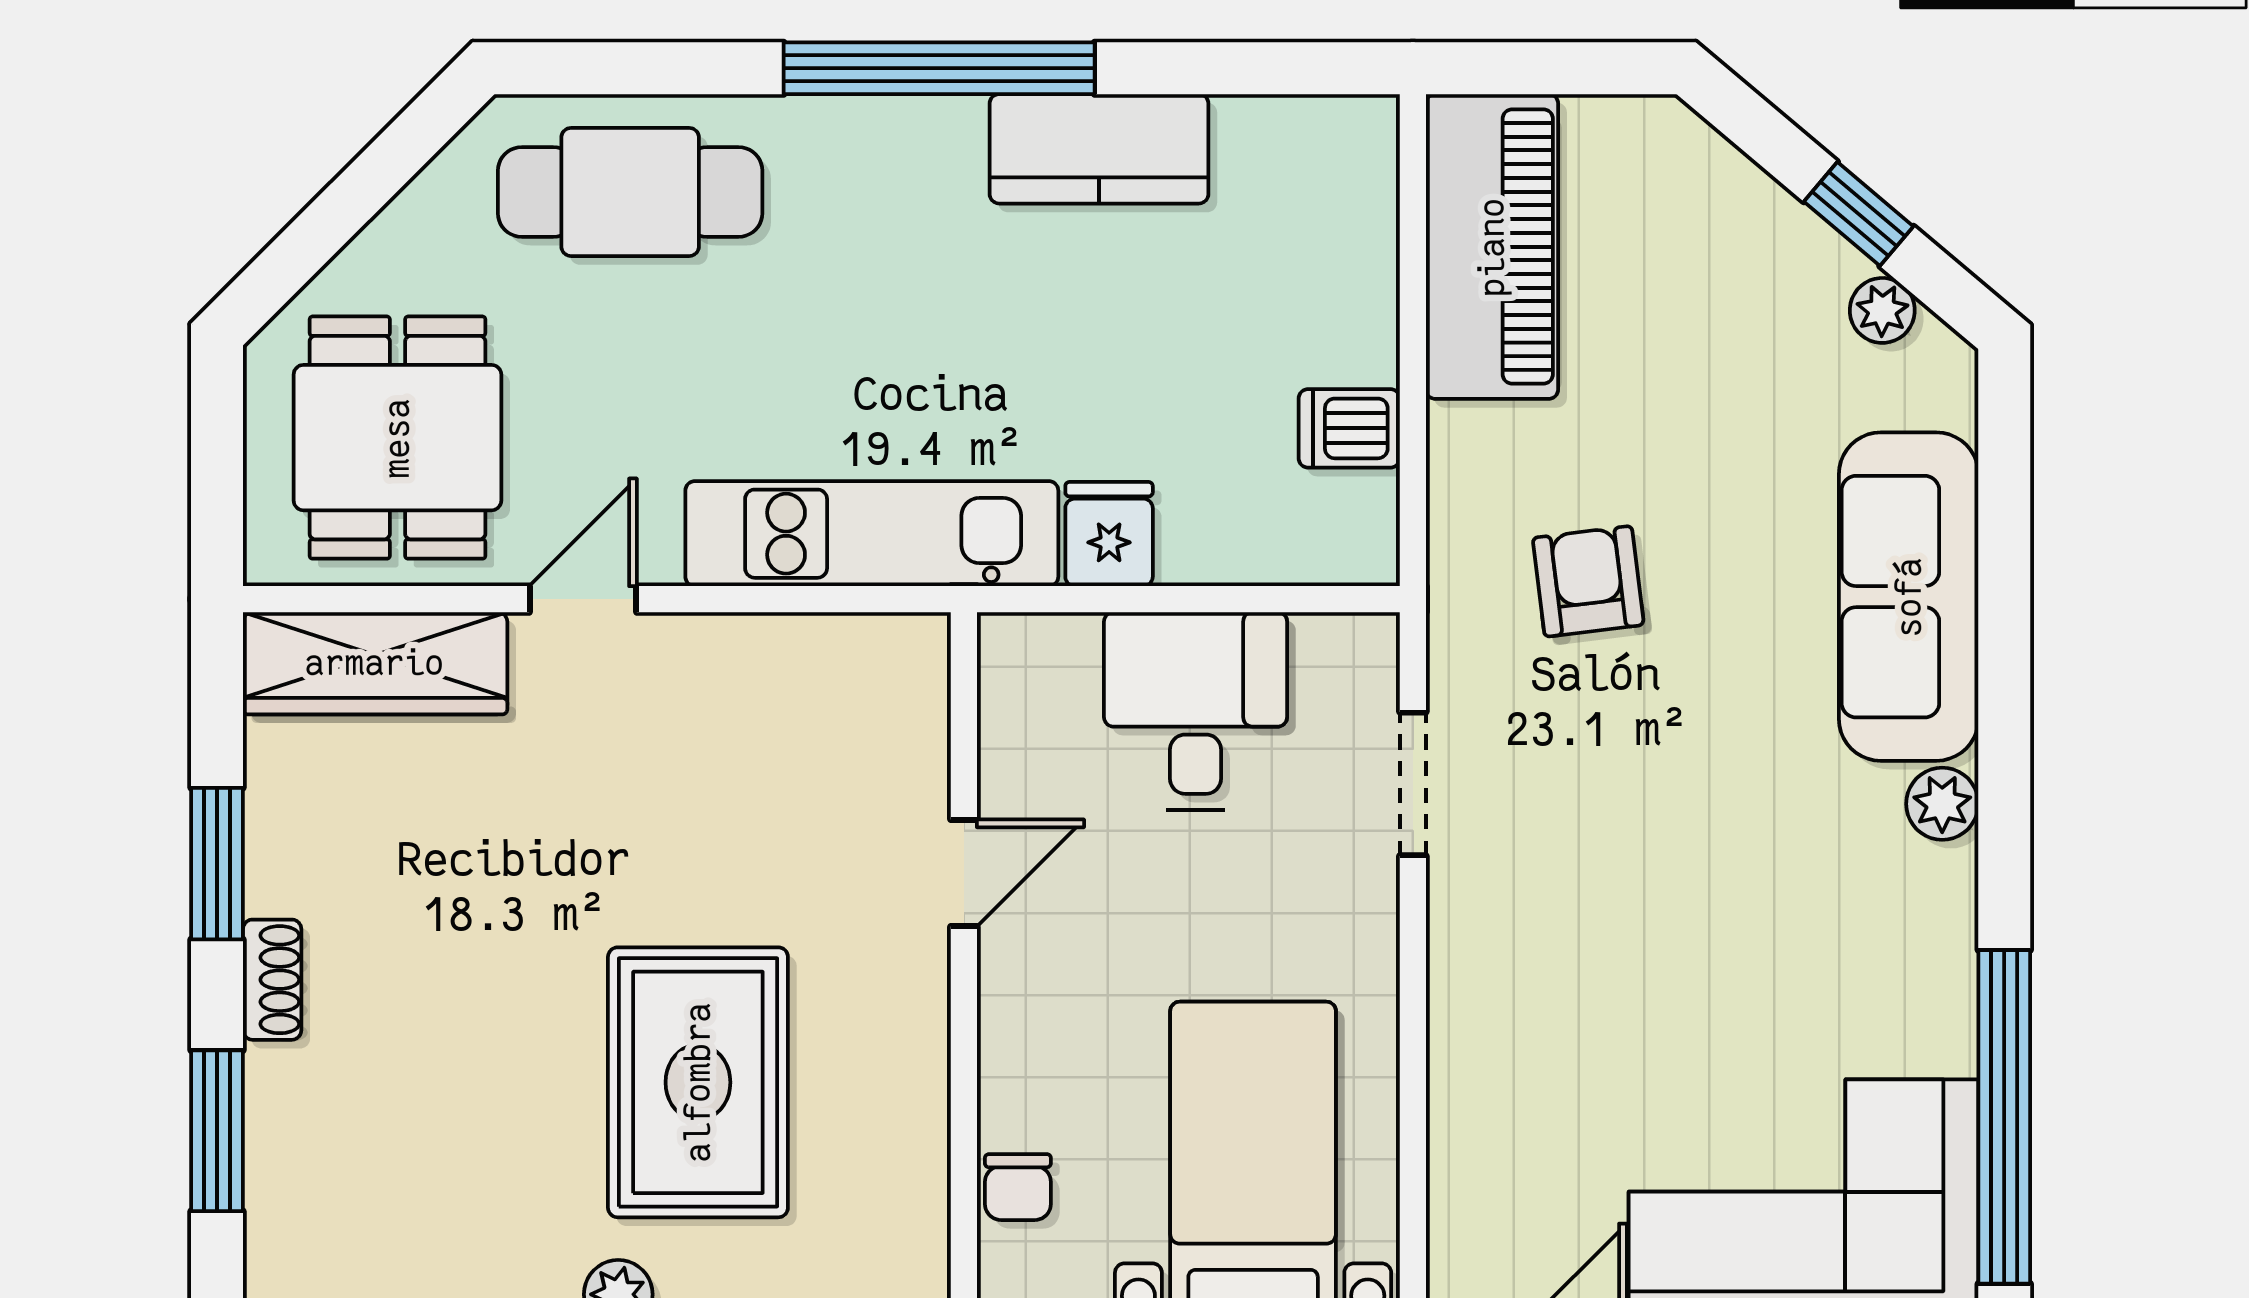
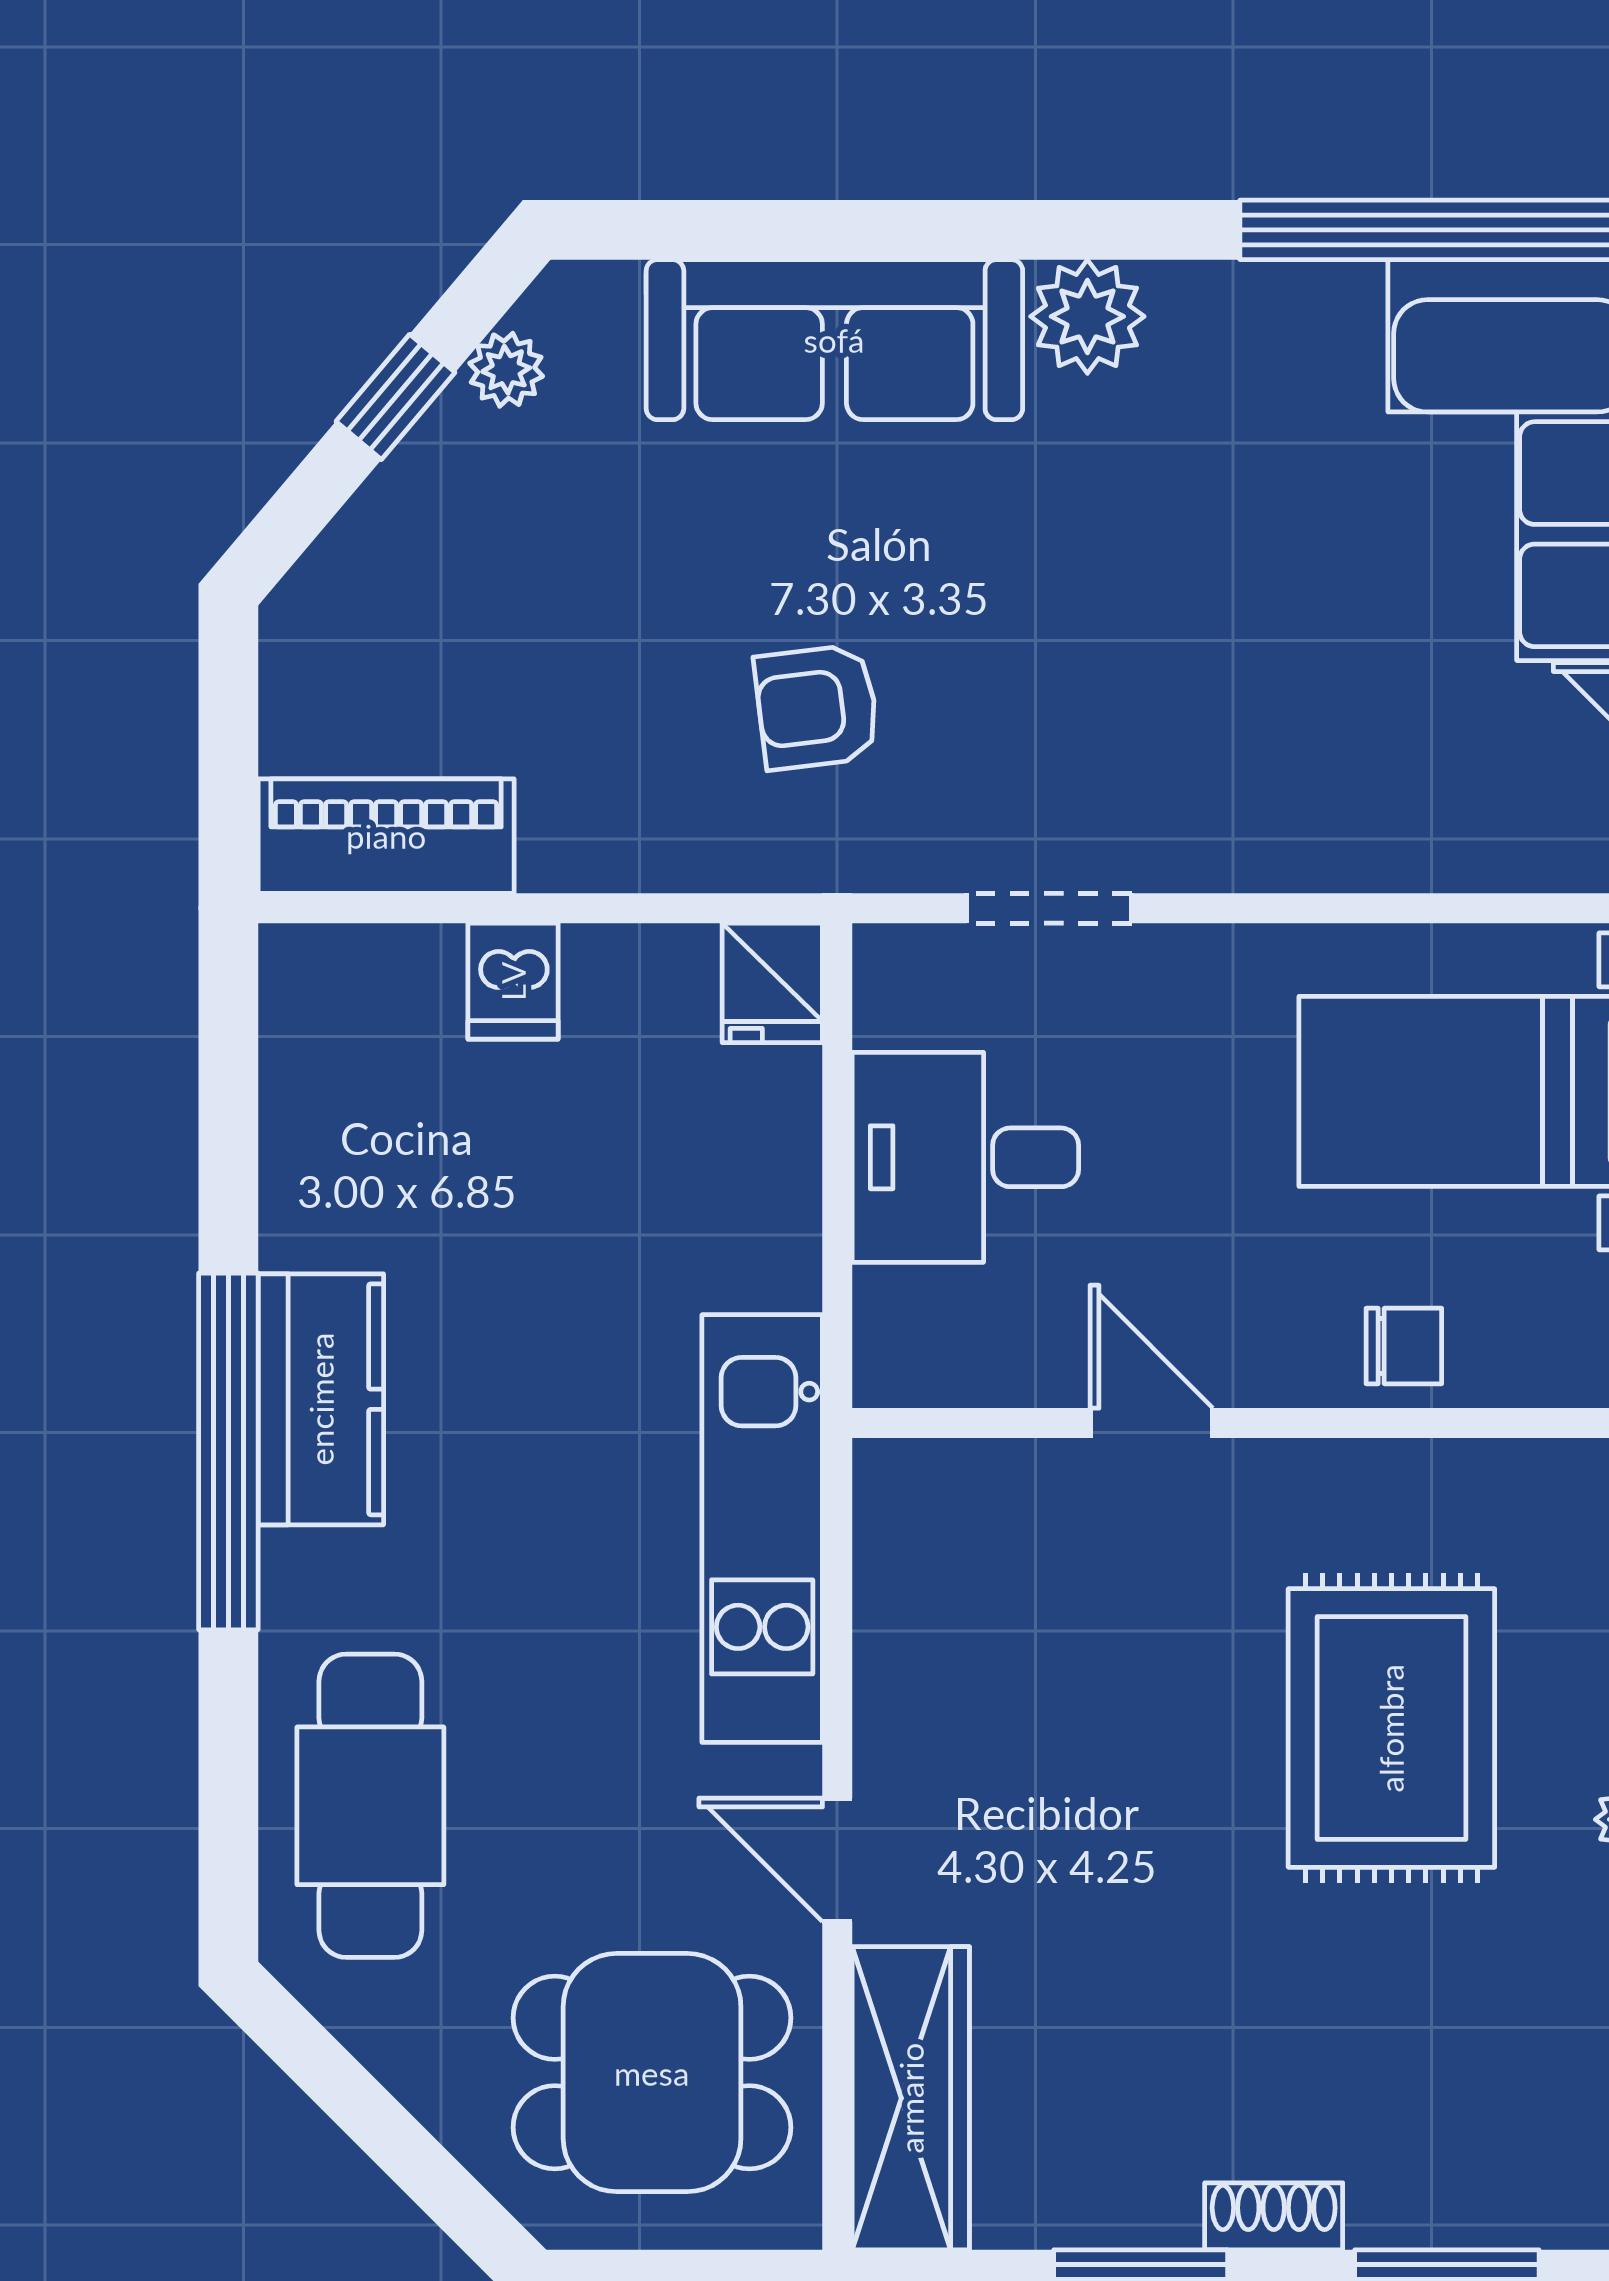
kitchen counter: (1099, 149) -> (321, 1399), moved
piano: (1492, 247) -> (386, 836), width x0.73, depth x0.75
dishwasher: (1349, 428) -> (513, 981), moved
fridge: (1109, 534) -> (772, 983), moved, turned -90
plant: (1942, 804) -> (1087, 316), width x1.38, depth x1.38
rug: (698, 1082) -> (1391, 1728), turned 90
chair: (1018, 1187) -> (1404, 1346), moved

